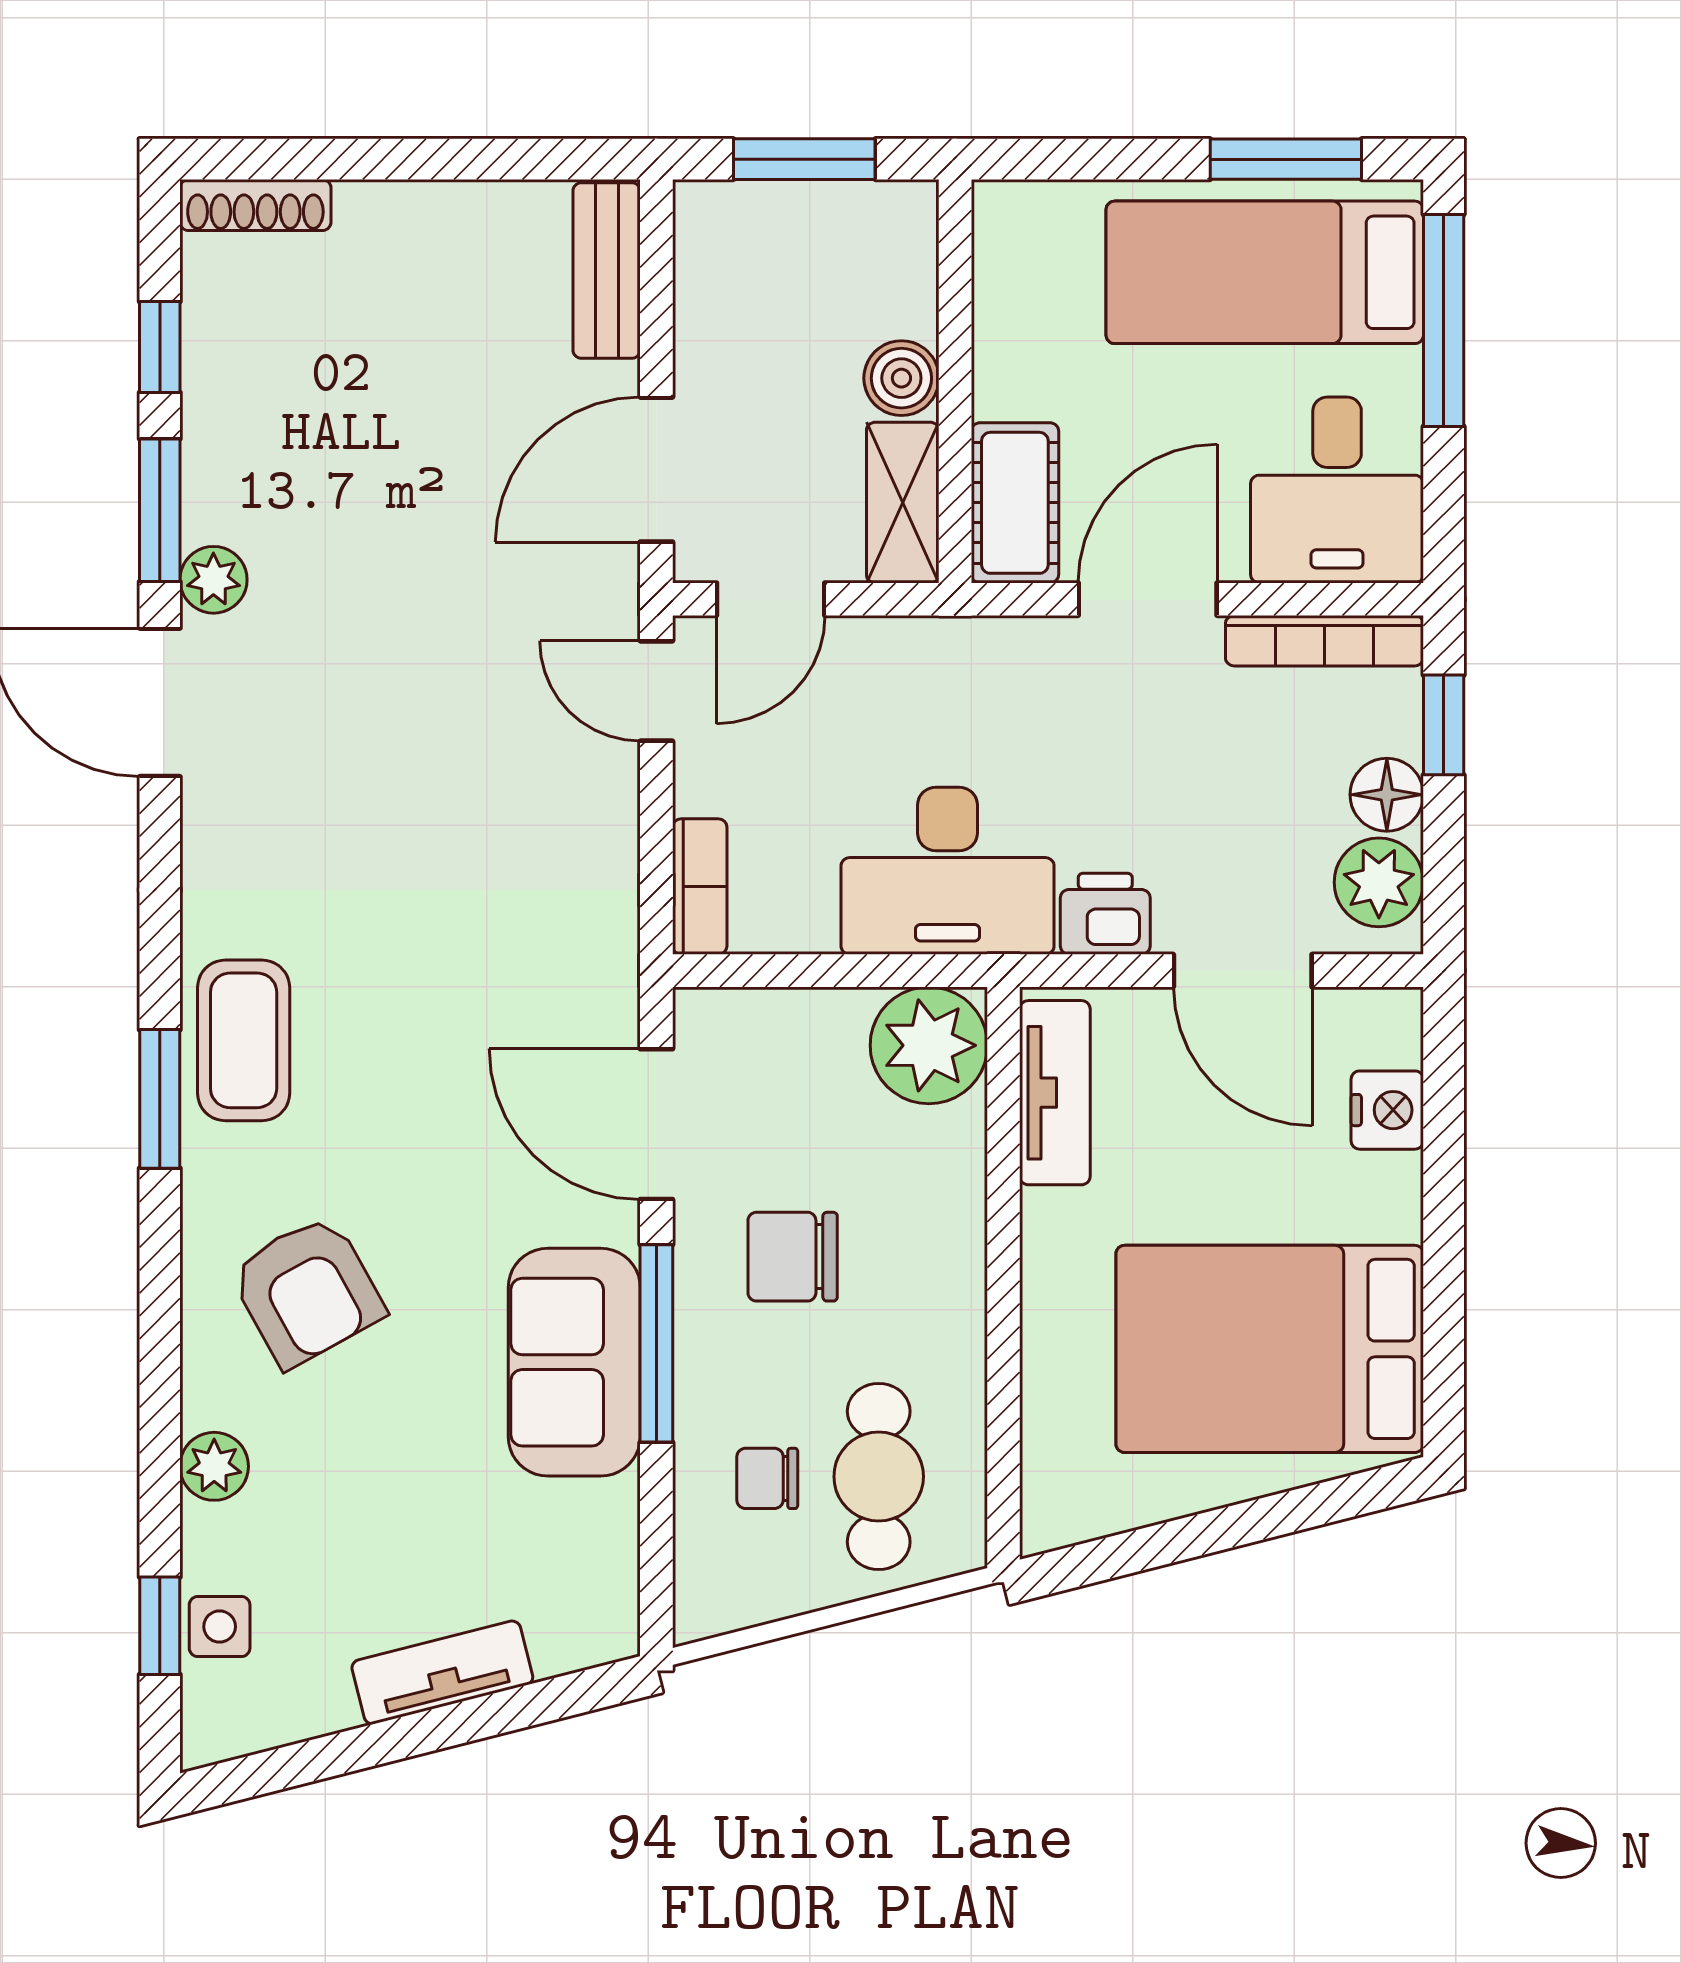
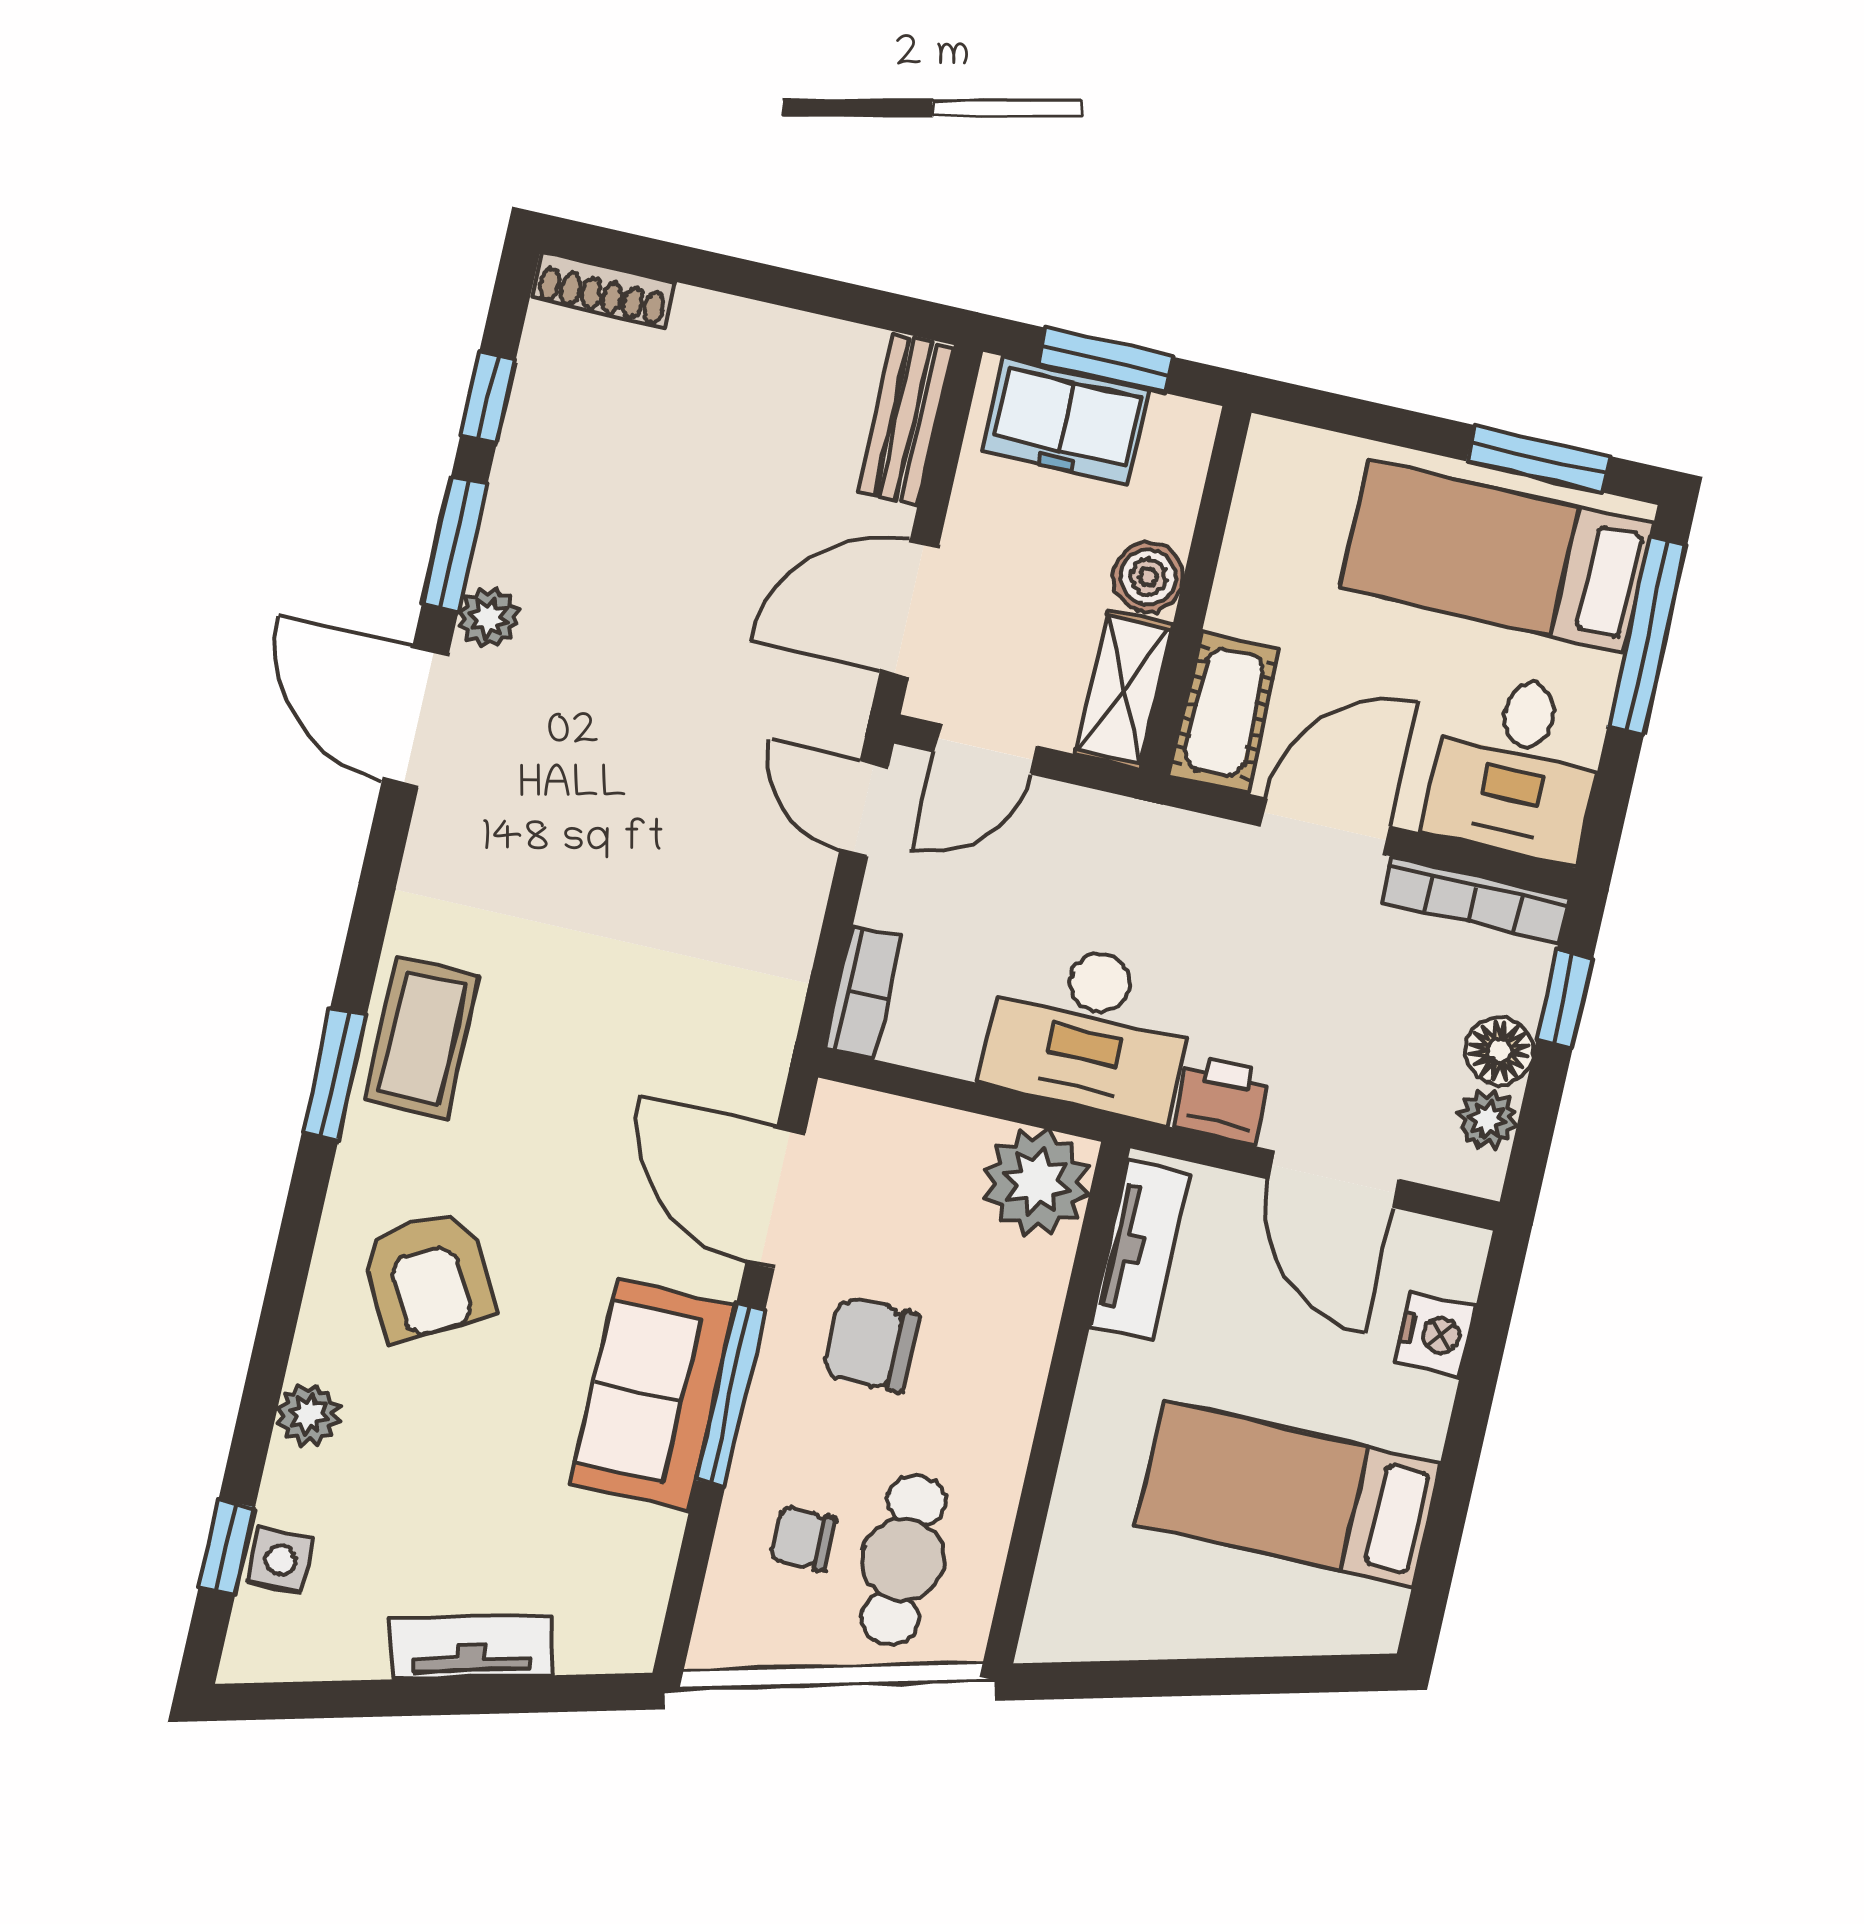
freezer: (777, 232) -> (1066, 420), added
plant: (1379, 882) -> (1488, 1119), width x0.73, depth x0.73
bed: (1270, 1349) -> (1288, 1494), width x0.67

